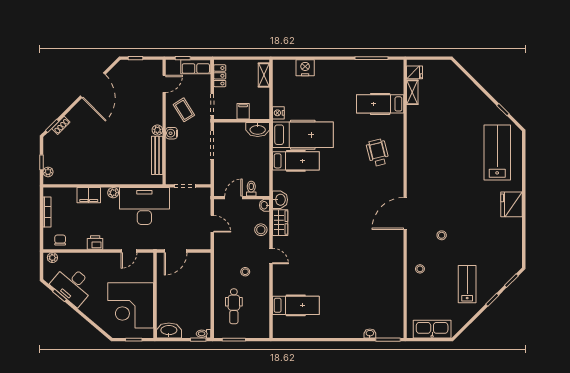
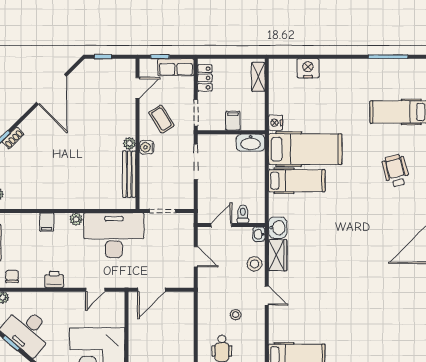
filing cabinet: (89, 195) -> (47, 222), width x0.50

